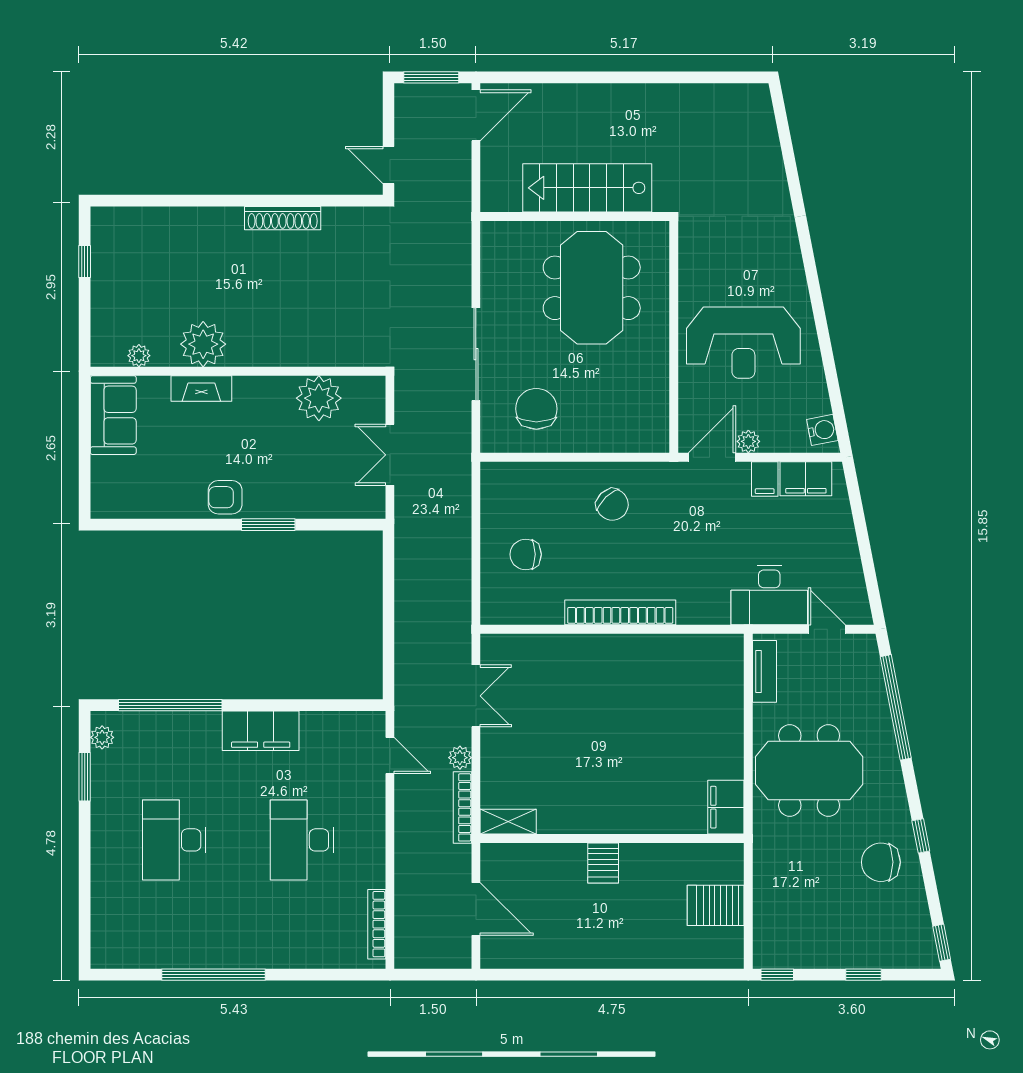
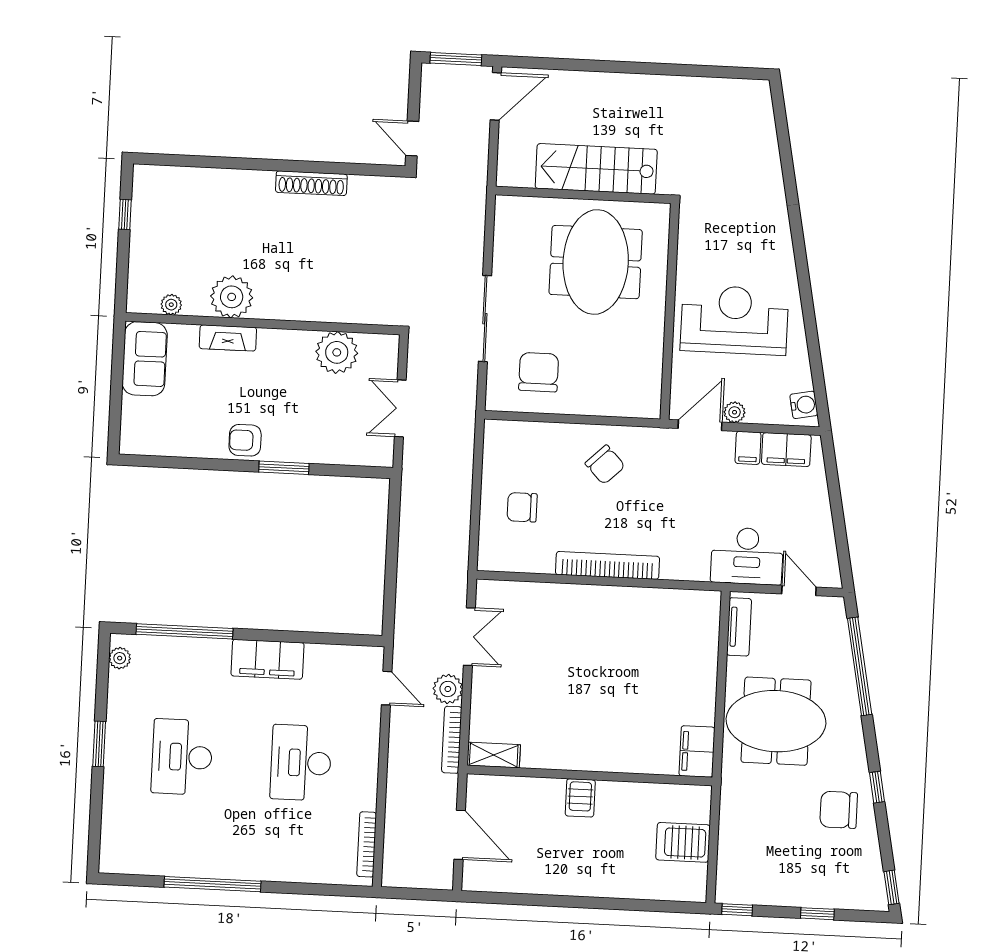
reception desk: (743, 343) -> (734, 320), turned 180
plant: (460, 758) -> (448, 689), width x1.38, depth x1.38
window: (85, 777) -> (99, 744), moved

